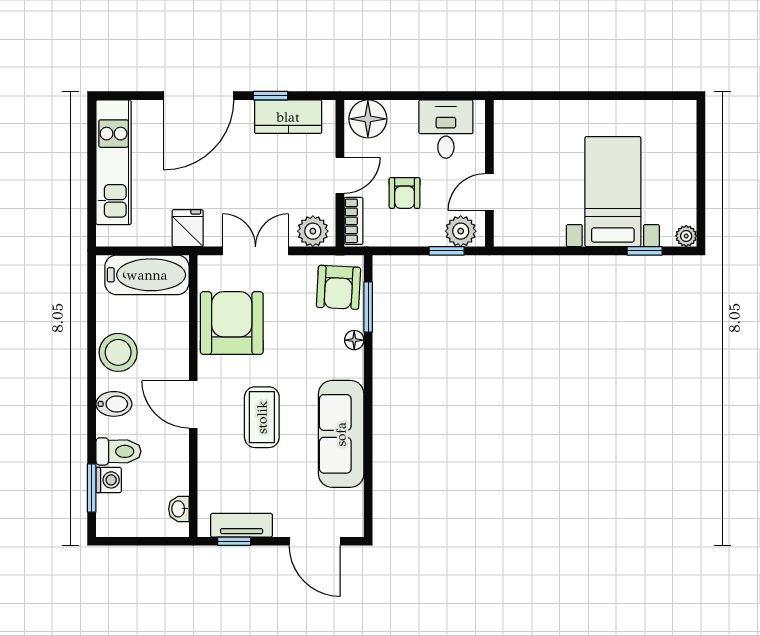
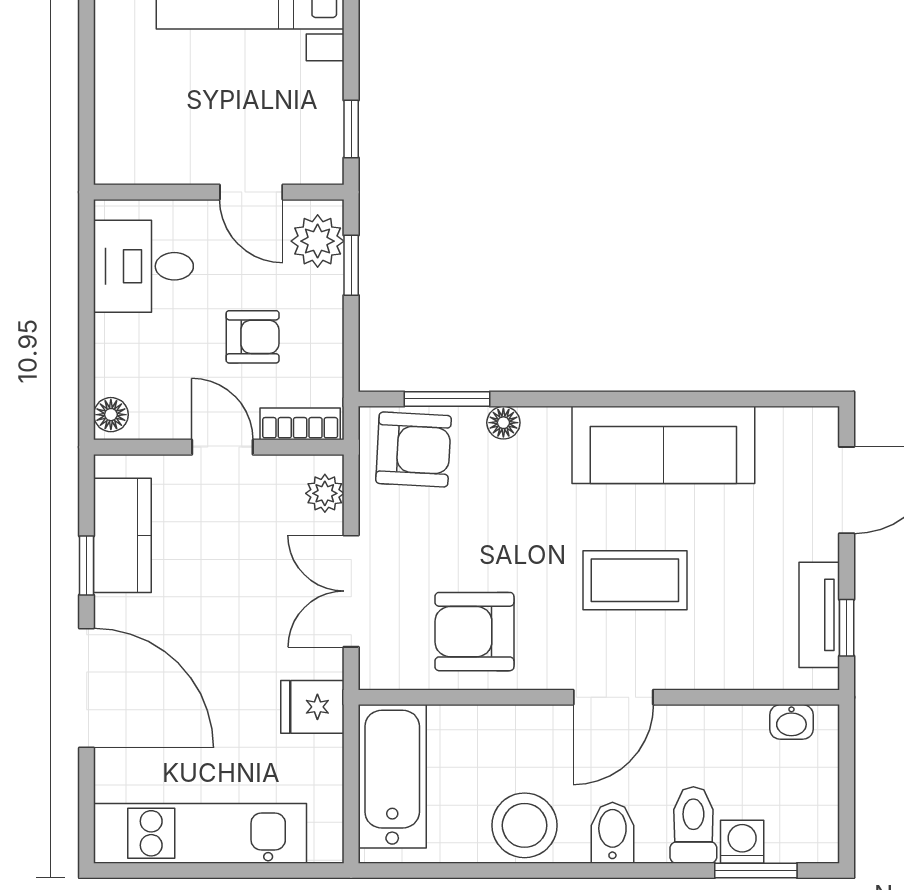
floor lamp: (368, 119) -> (111, 415), width x0.53, depth x0.53
plant: (313, 231) -> (325, 493), width x0.73, depth x0.73
window: (526, 251) -> (351, 129), added
armchair: (232, 323) -> (474, 632), width x0.73, depth x0.73

